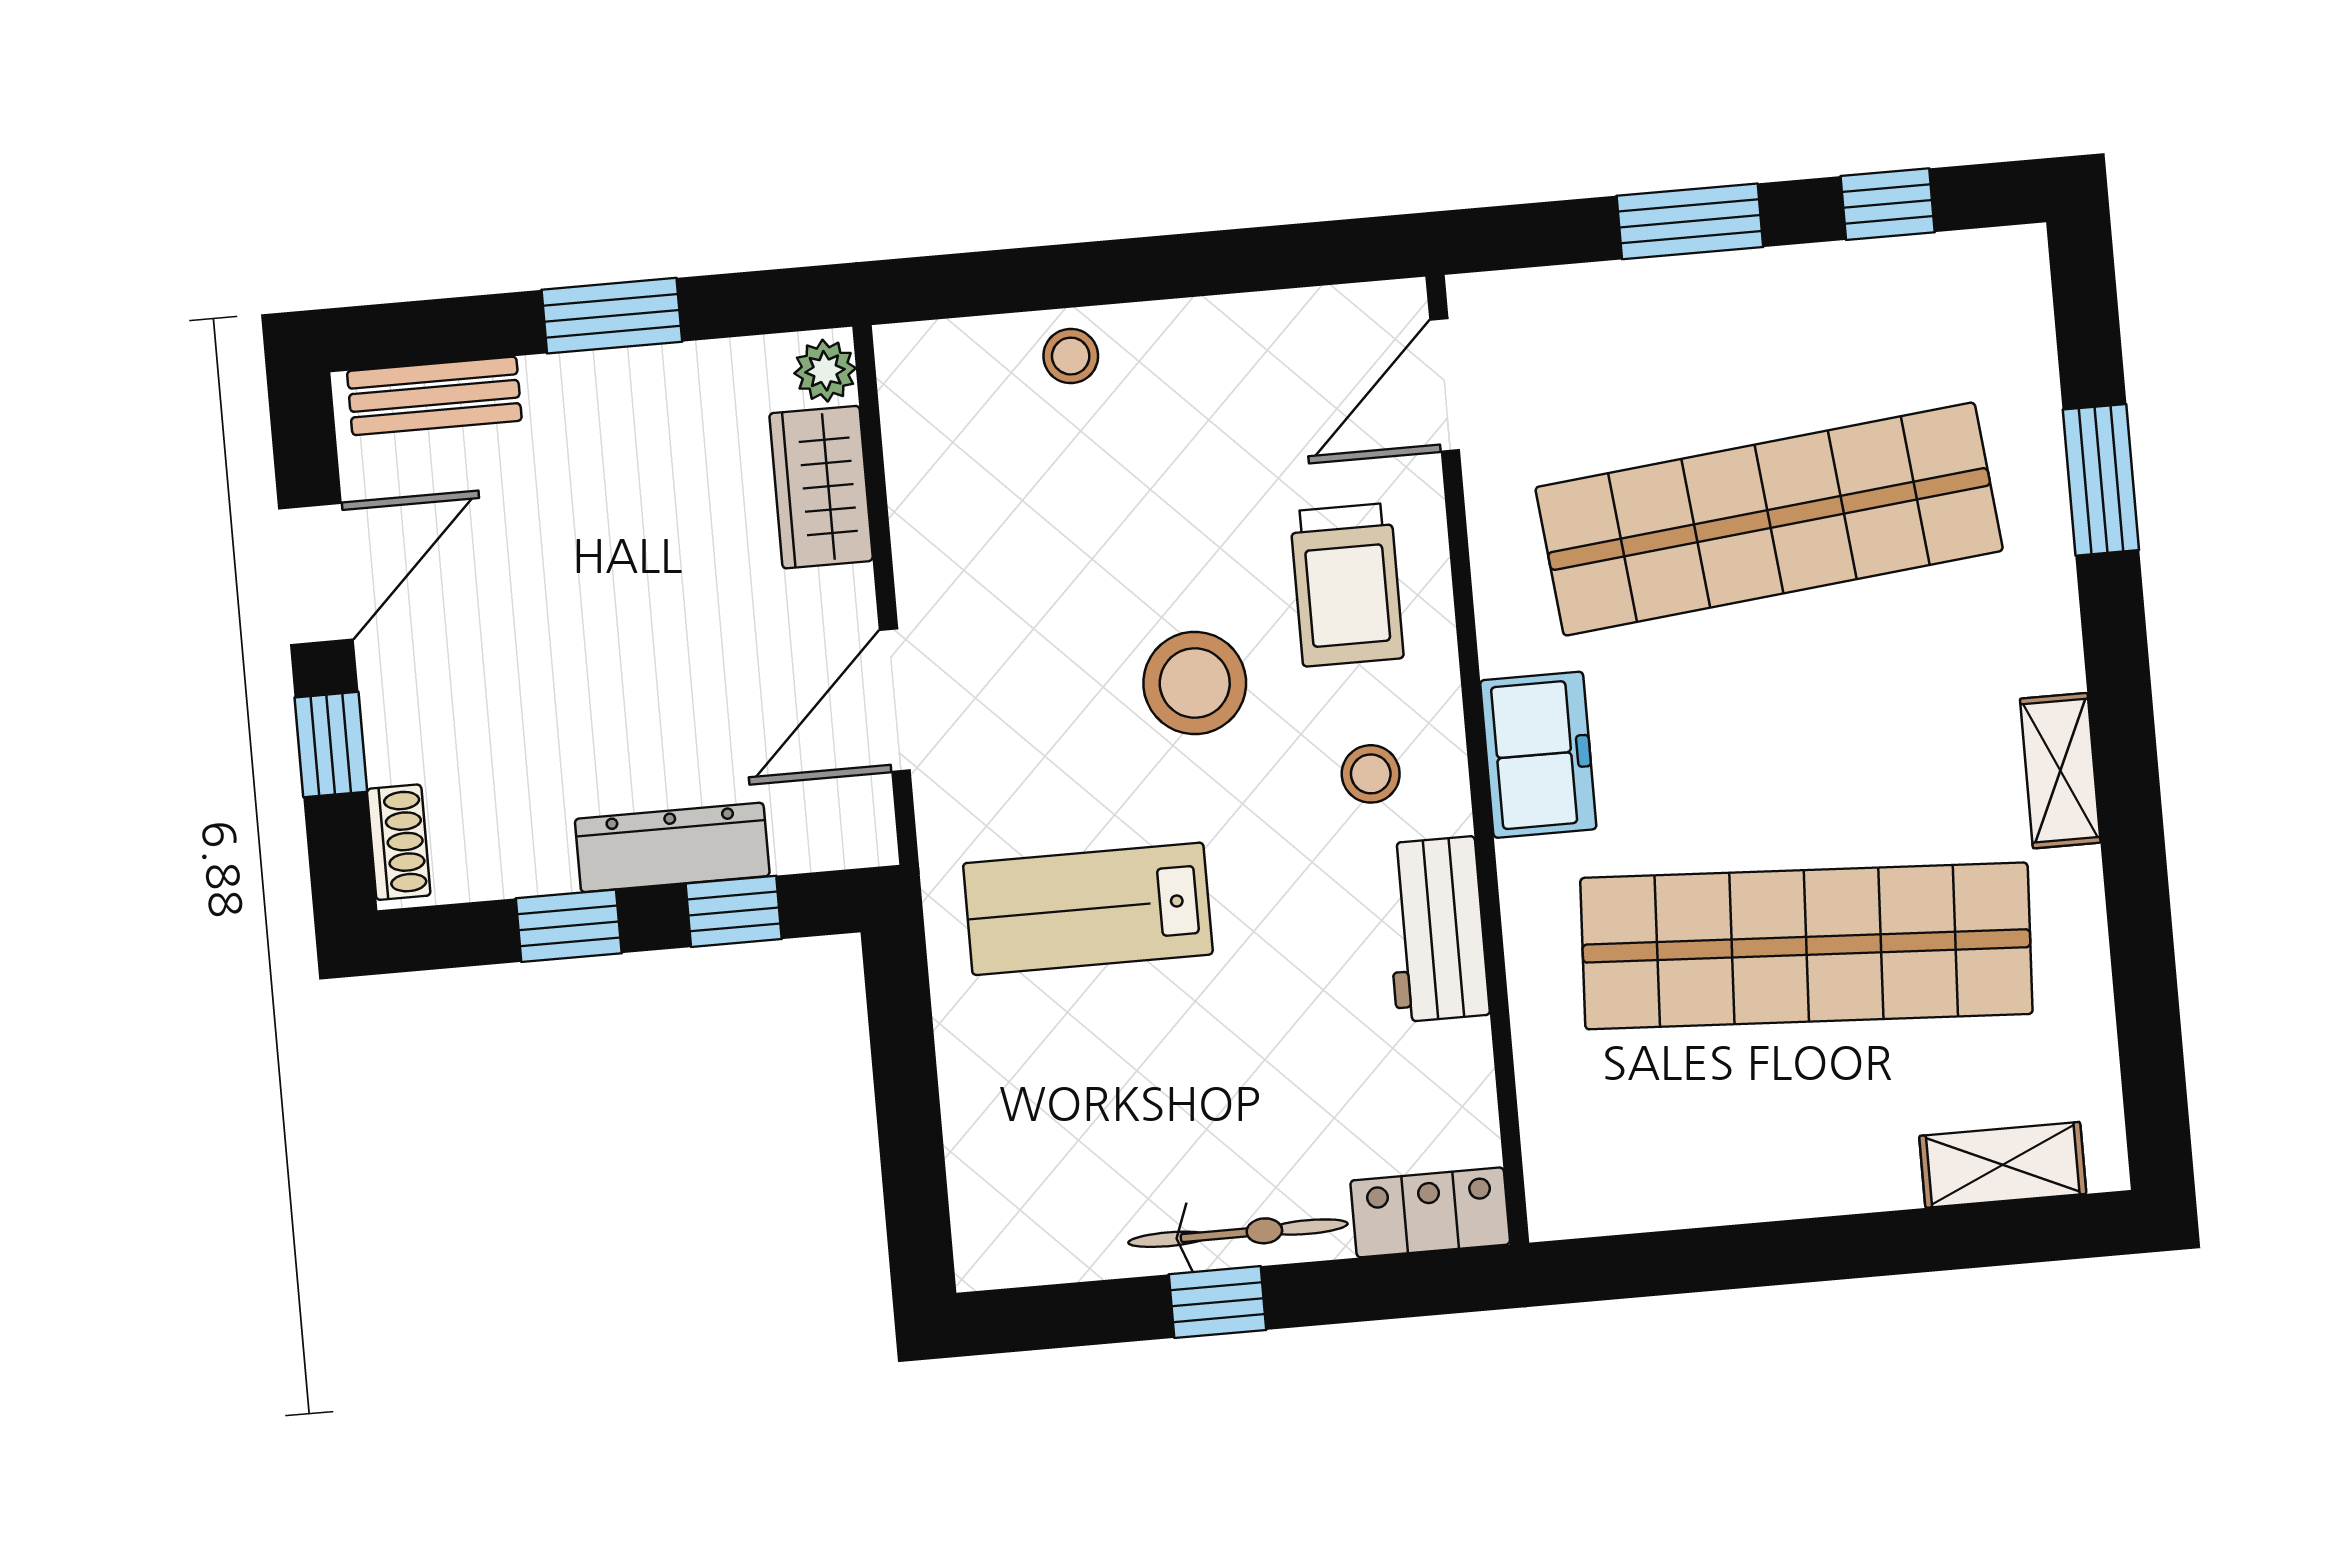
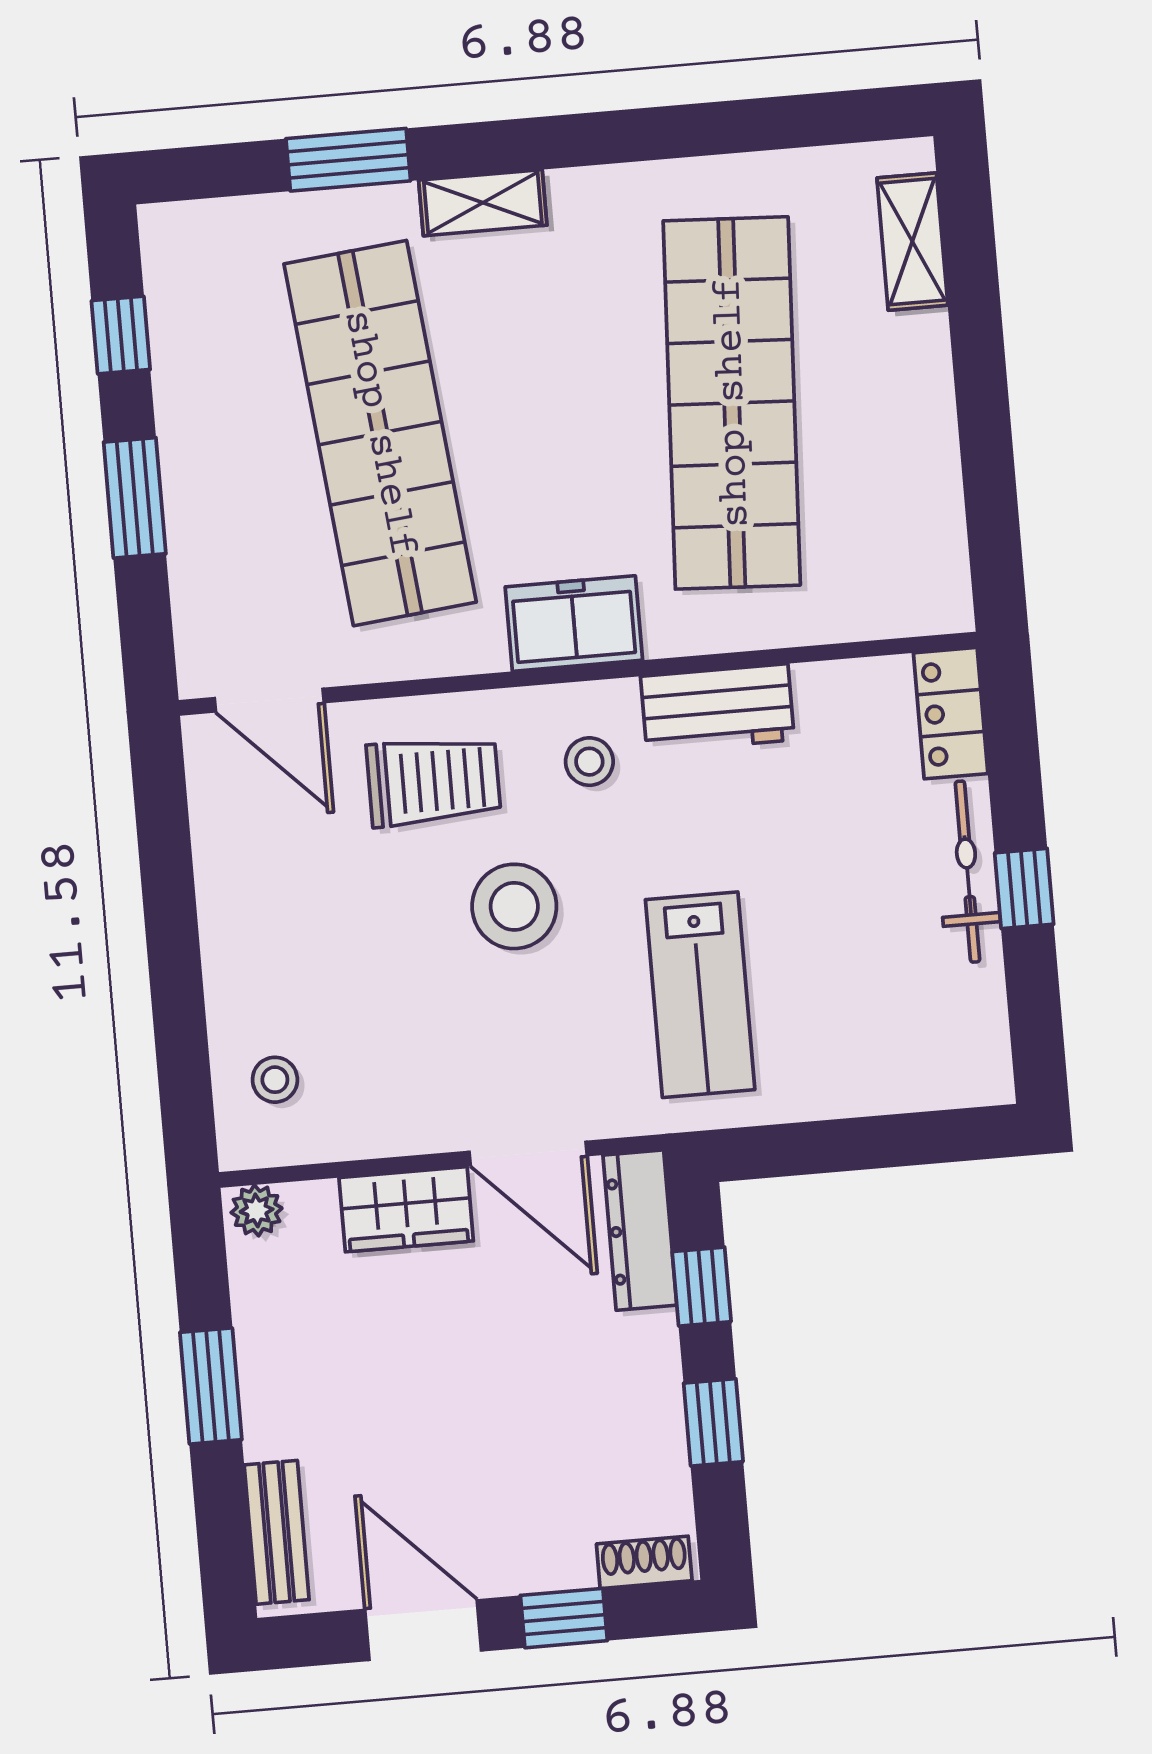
stool: (1071, 356) -> (275, 1080), moved
wardrobe: (821, 487) -> (406, 1209), moved
shelving: (2060, 771) -> (483, 203), moved
dresser: (672, 847) -> (640, 1230), moved

